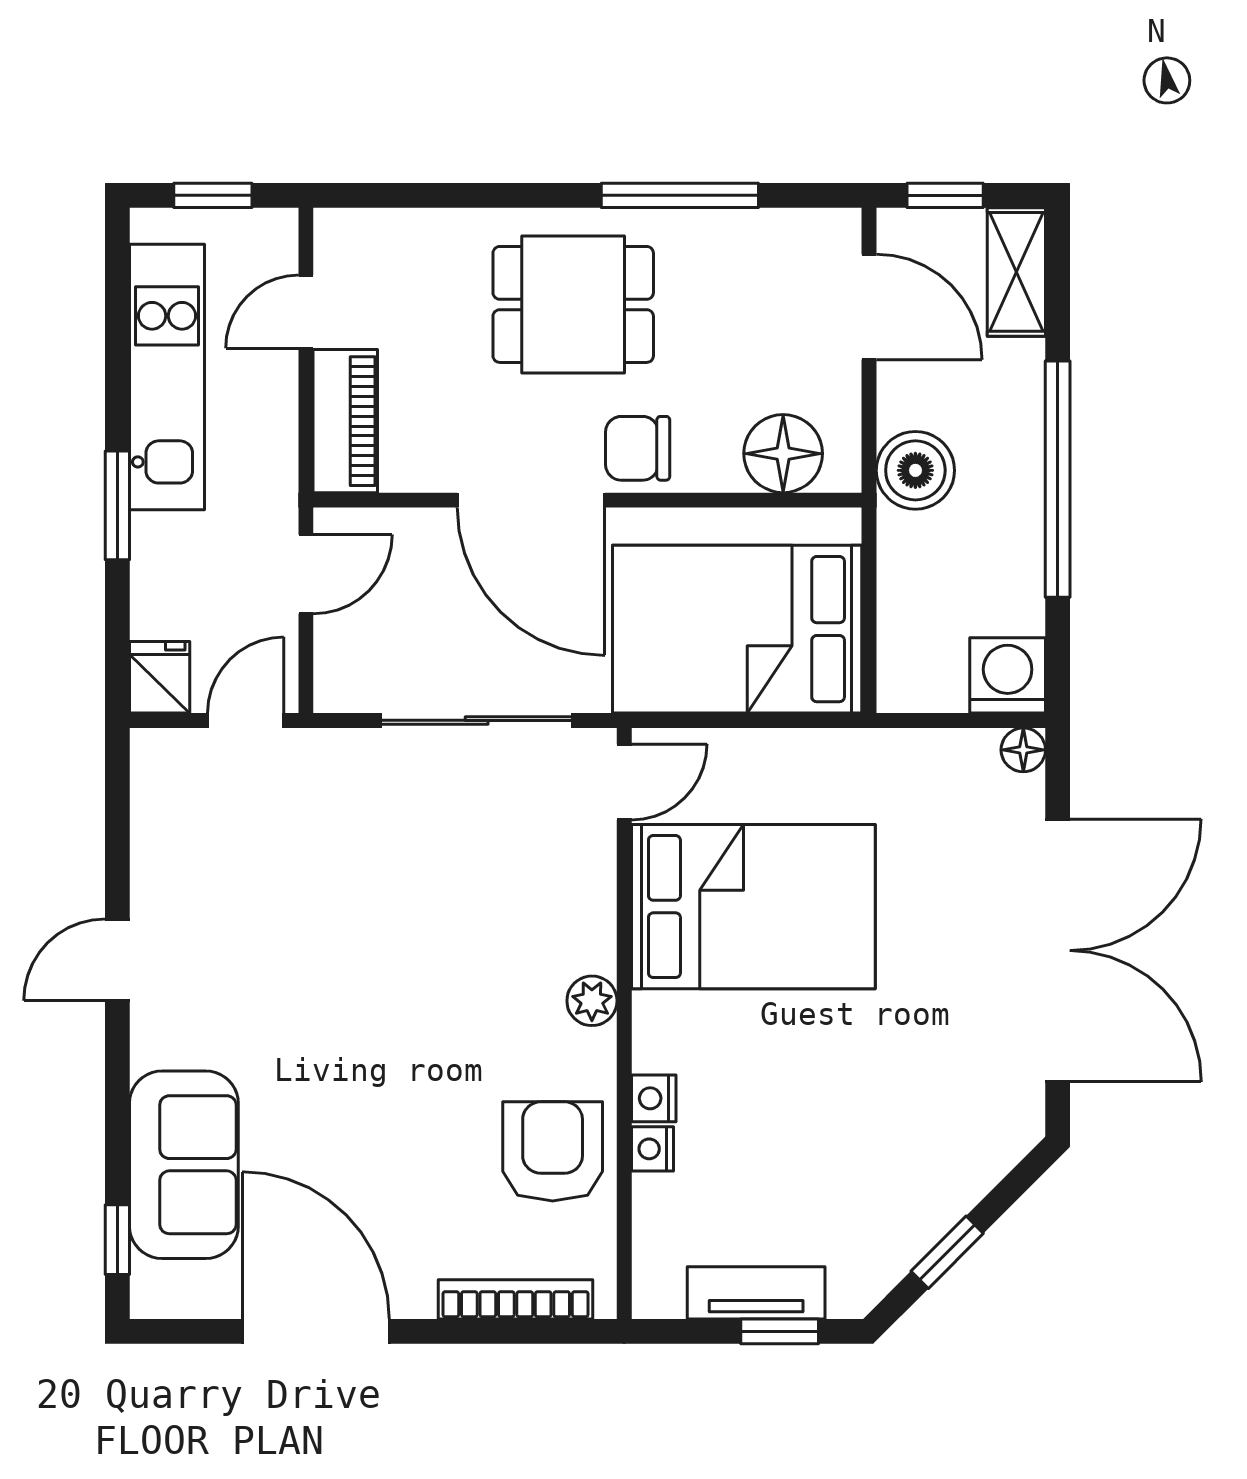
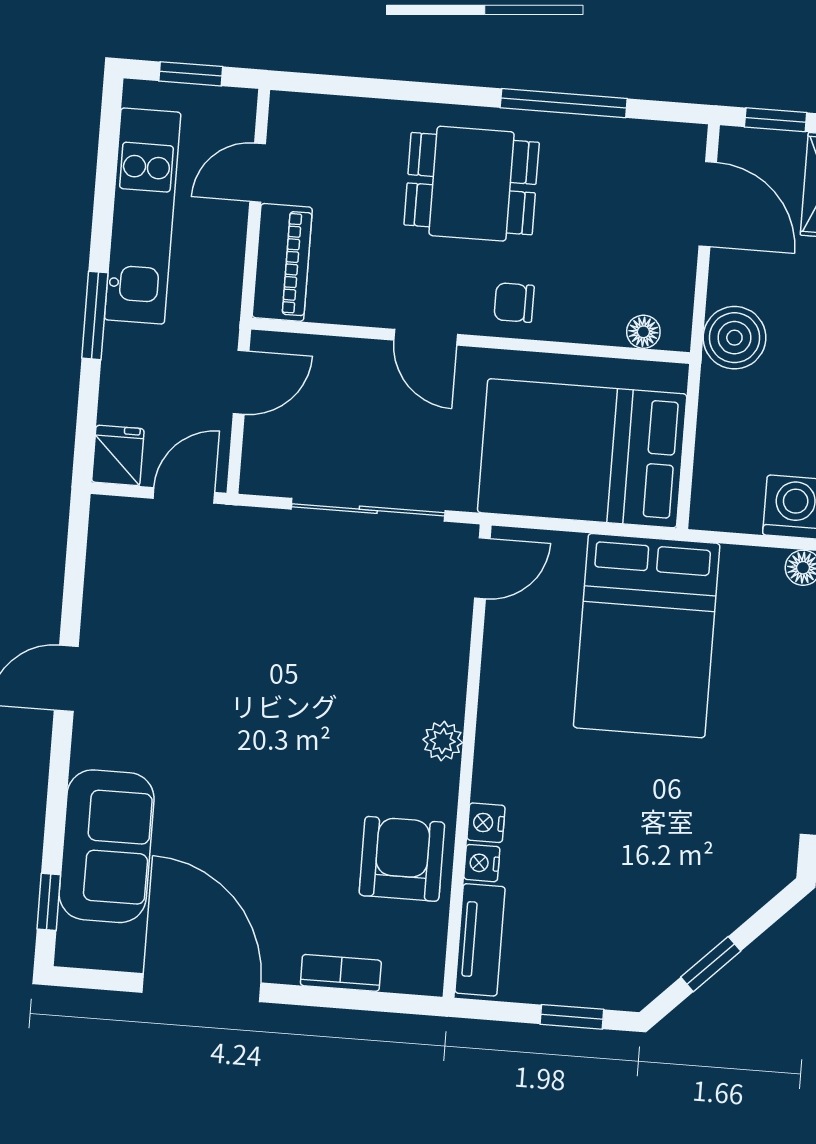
chair: (638, 448) -> (514, 303), width x0.73, depth x0.73
floor lamp: (783, 454) -> (643, 332), width x0.53, depth x0.53
door: (531, 500) -> (426, 337), width x0.53
bed: (753, 907) -> (647, 636), moved, turned 90
tv unit: (756, 1293) -> (480, 940), moved, turned 90
bookcase: (516, 1299) -> (341, 973), width x0.64

